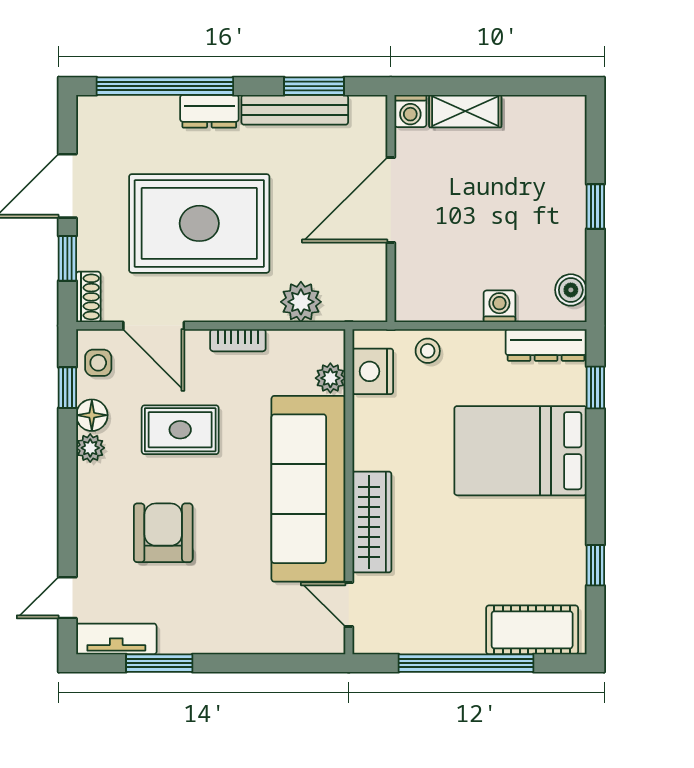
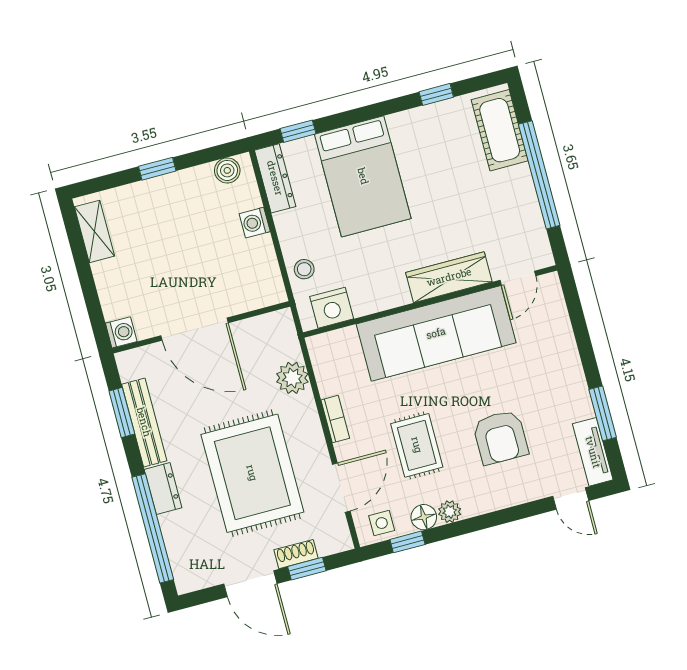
shelving: (465, 111) -> (94, 231), moved
shoe rack: (88, 297) -> (296, 554), moved
plant: (330, 378) -> (346, 339), removed
armchair: (163, 533) -> (500, 437), turned -90

